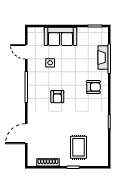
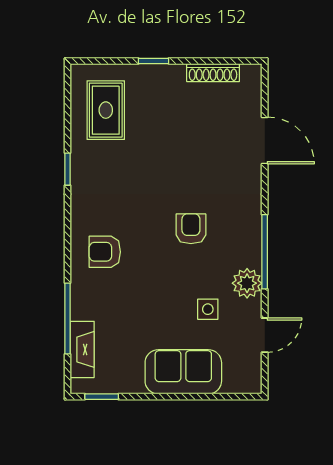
door: (26, 52) -> (265, 335), hinge flipped
fireplace: (103, 58) -> (82, 349), moved
plant: (34, 74) -> (247, 283), added
door: (26, 134) -> (265, 140), hinge flipped
rug: (78, 147) -> (106, 110), moved

